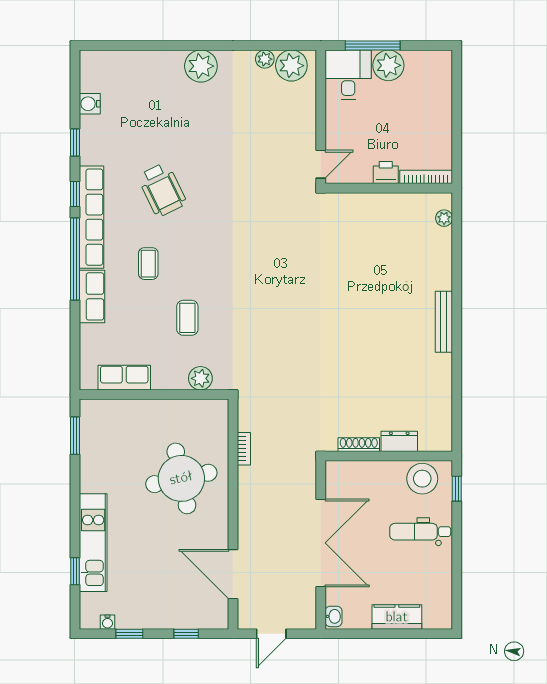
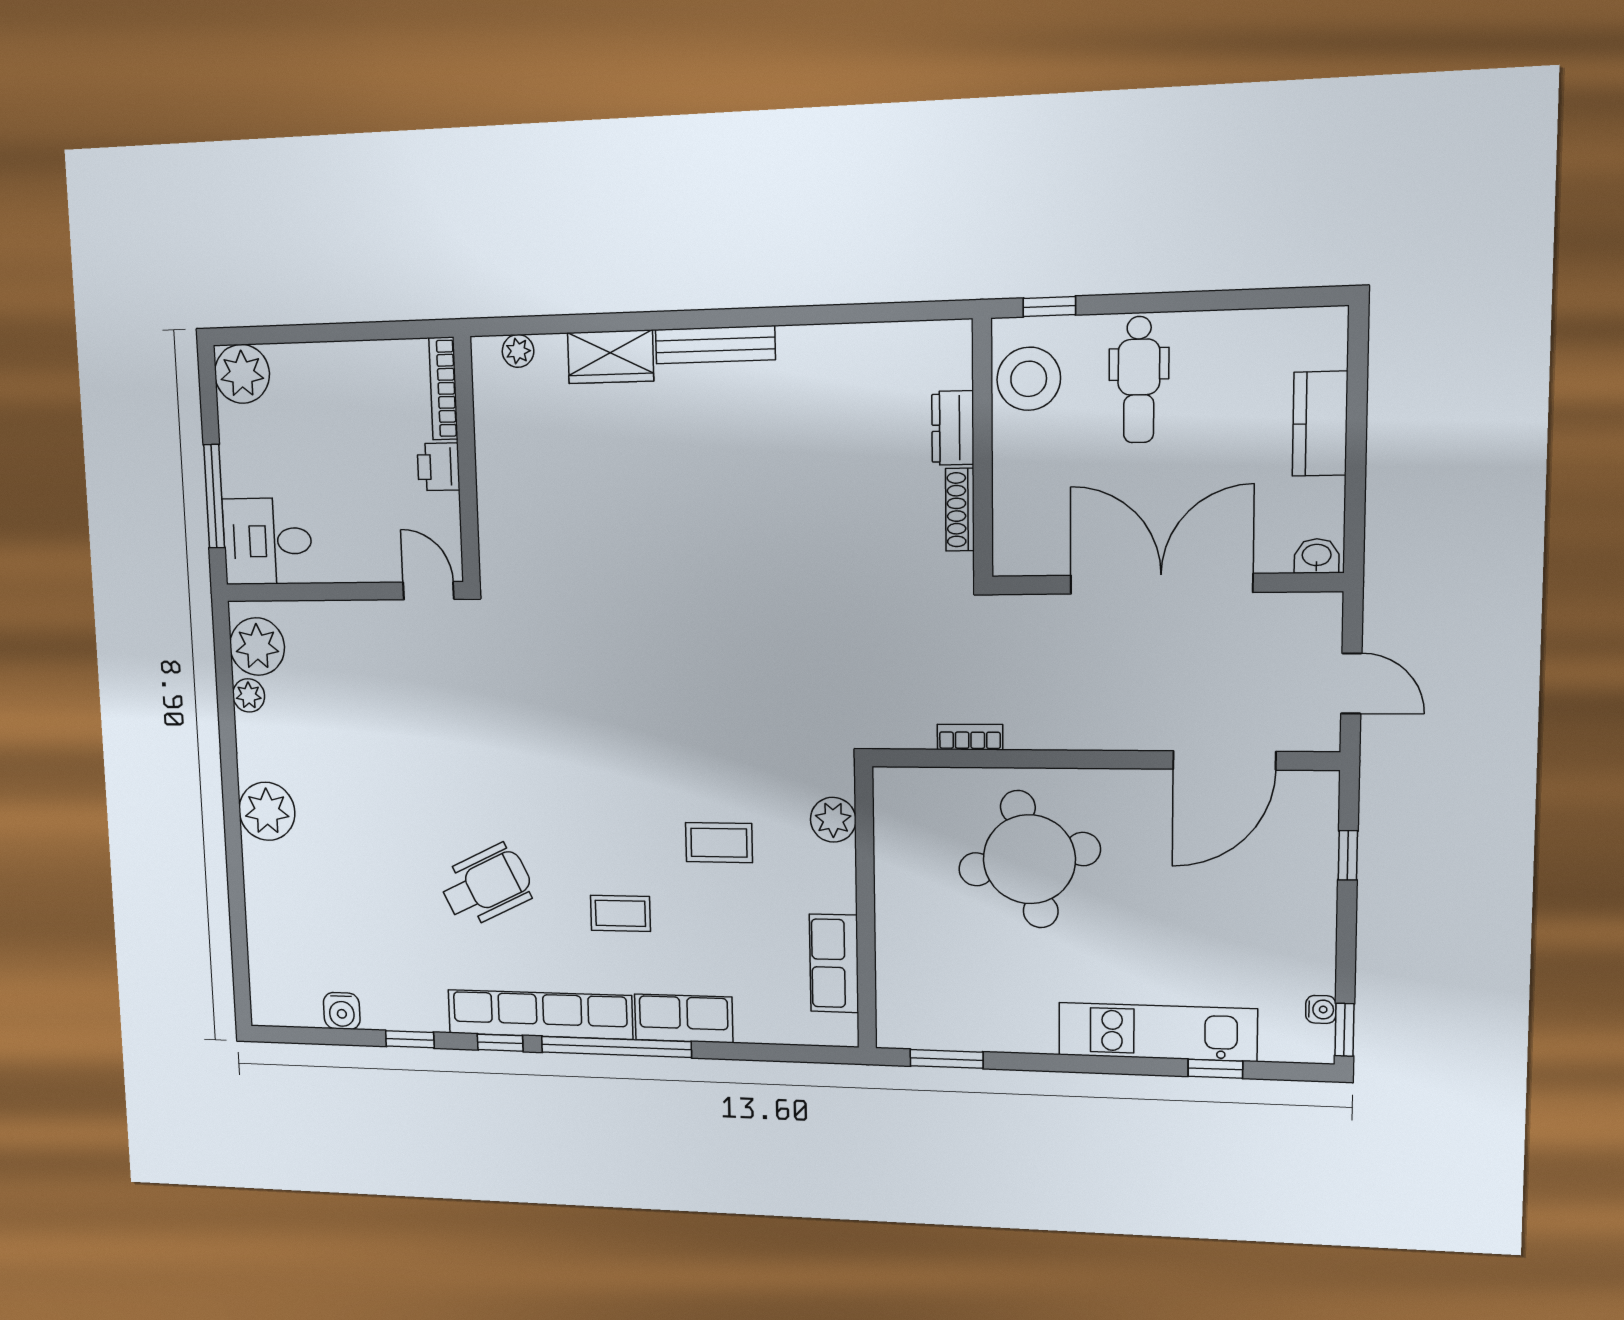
plant: (388, 65) -> (242, 374), moved
wardrobe: (440, 267) -> (611, 357), added
window: (129, 634) -> (1345, 1030), moved

